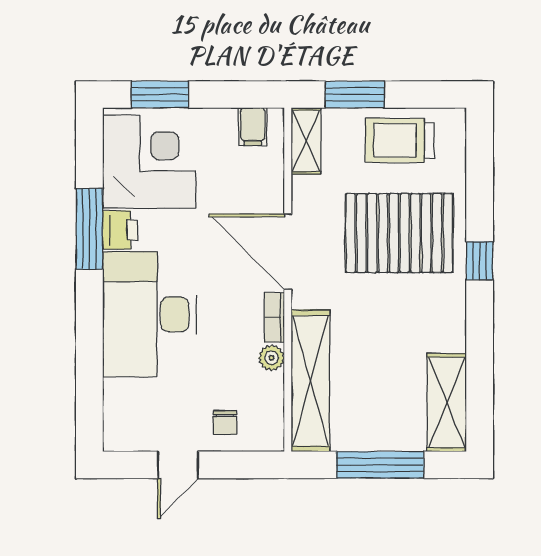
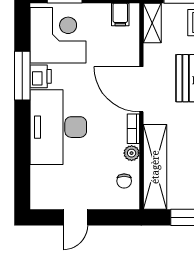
chair: (225, 423) -> (124, 181), moved

